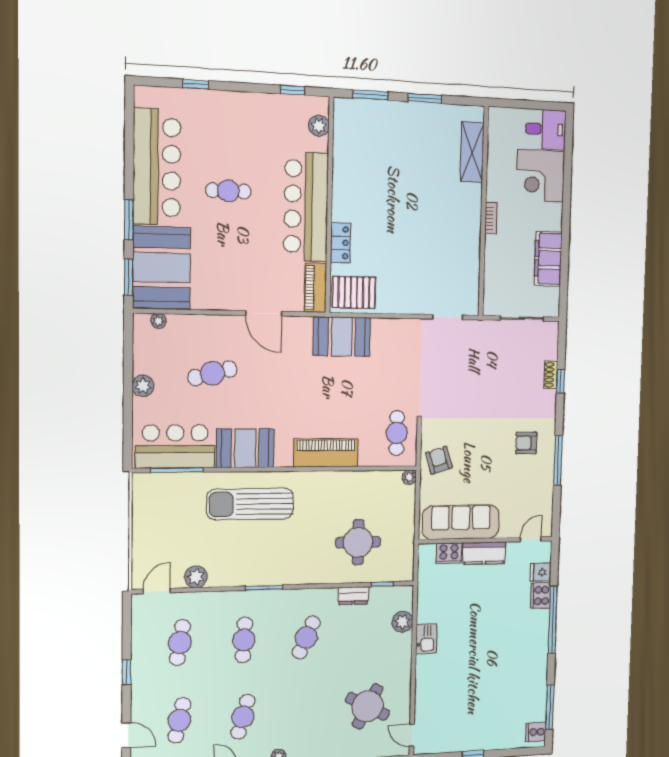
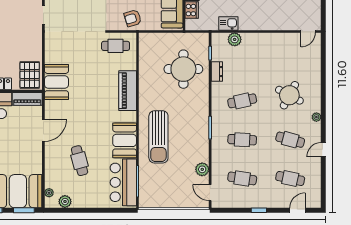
plant: (143, 386) -> (65, 202), moved
plant: (409, 477) -> (143, 37), removed
round table: (358, 542) -> (183, 69), width x1.36, depth x1.36
cafe table: (306, 637) -> (242, 101), turned -36
kitchen sink: (426, 639) -> (228, 23), moved
round table: (368, 706) -> (289, 95), moved

